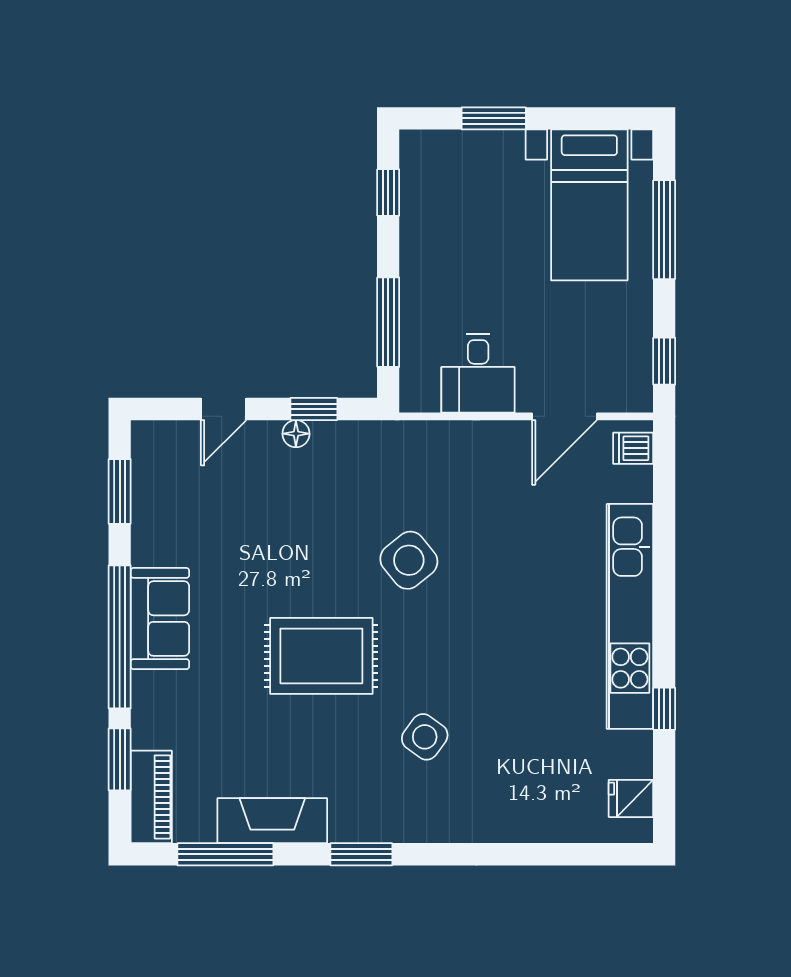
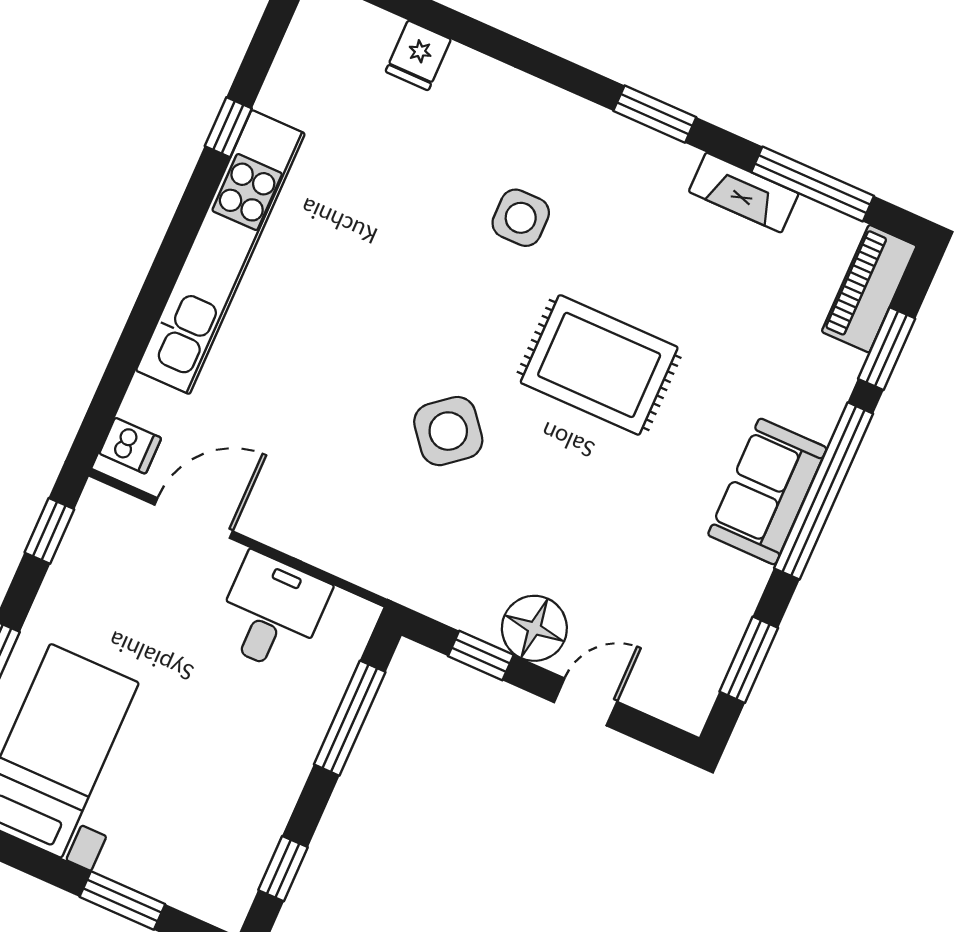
floor lamp: (296, 434) -> (534, 628), width x1.89, depth x1.89
side table: (425, 737) -> (521, 218), turned -36
fridge: (631, 798) -> (418, 55), moved, turned 90
fireplace: (272, 821) -> (744, 193), width x0.73, depth x0.76

